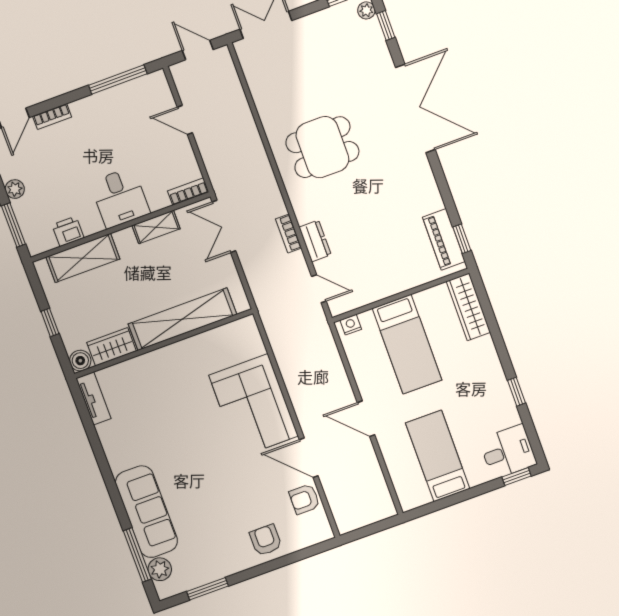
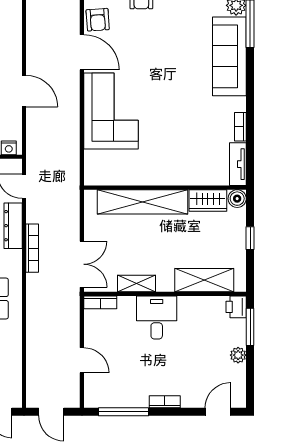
bookcase: (52, 116) -> (165, 402), moved
printer: (68, 231) -> (236, 307), moved, turned 90
bookcase: (289, 234) -> (32, 248), width x1.56
dresser: (315, 241) -> (13, 226), width x1.44
door: (366, 419) -> (24, 91), moved
bookcase: (106, 440) -> (240, 127), added
armchair: (304, 499) -> (98, 20), turned 86

